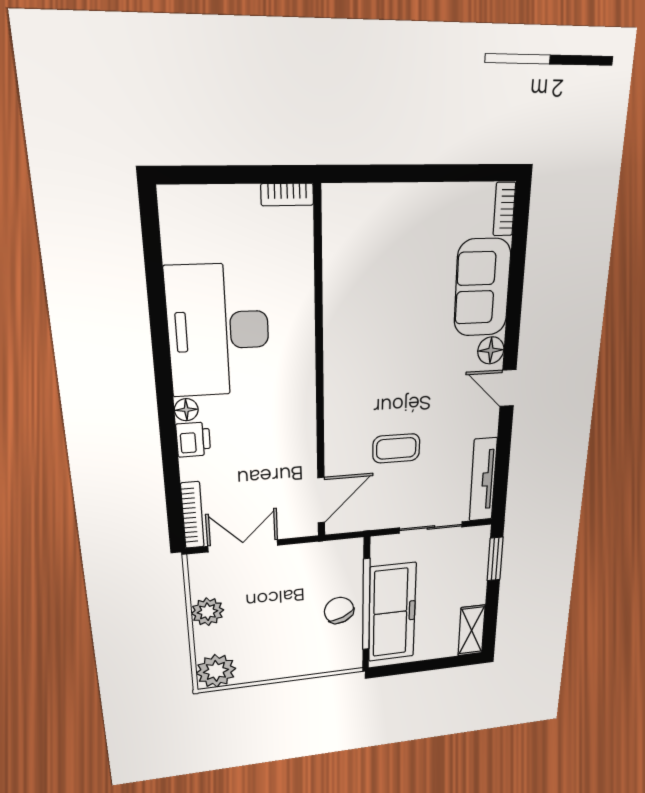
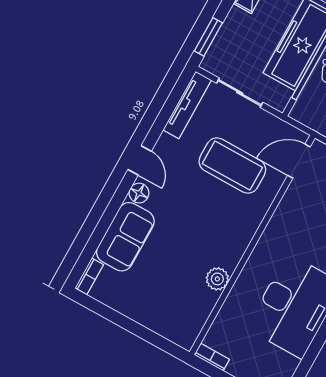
plant: (339, 305) -> (217, 279), added
coffee table: (396, 448) -> (232, 166), width x1.86, depth x1.72

